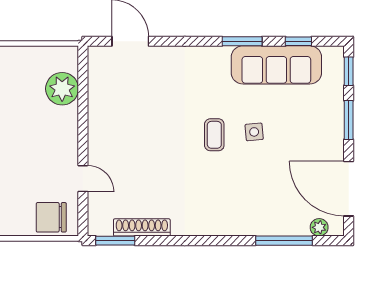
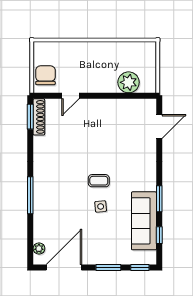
shoe rack: (142, 227) -> (39, 117), moved
window: (284, 241) -> (30, 195), moved

